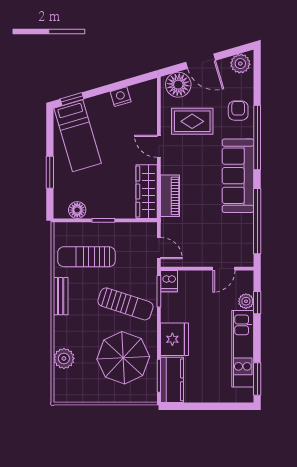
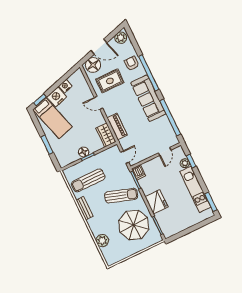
nightstand: (100, 107) -> (57, 97), added
wardrobe: (147, 192) -> (106, 135), width x0.67
floor lamp: (77, 210) -> (84, 152), moved
door: (159, 248) -> (125, 157), hinge flipped
kitchen counter: (172, 380) -> (166, 224), removed

